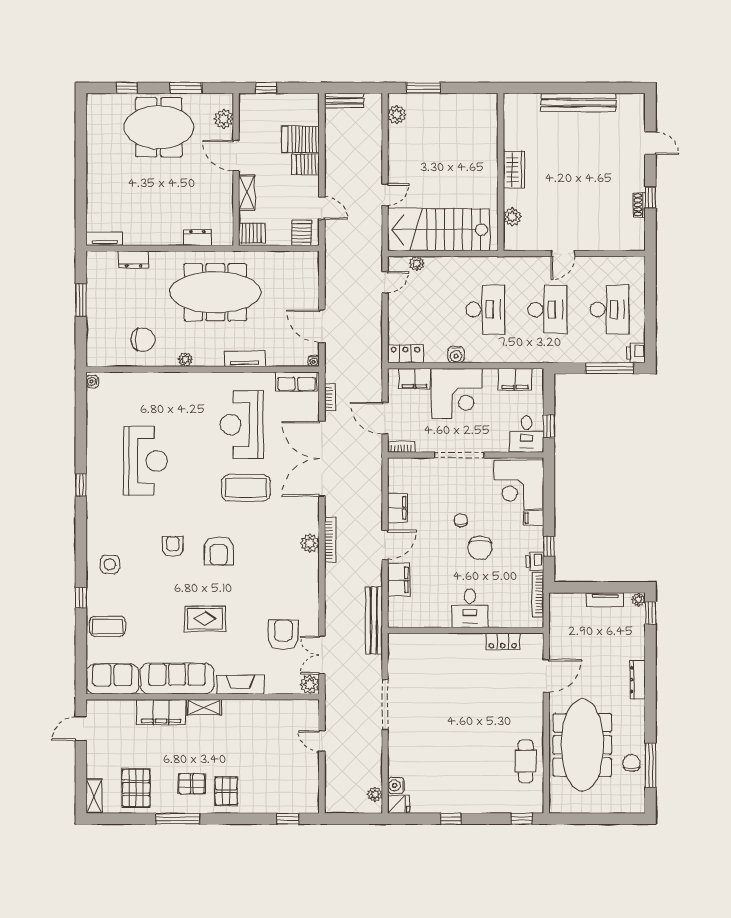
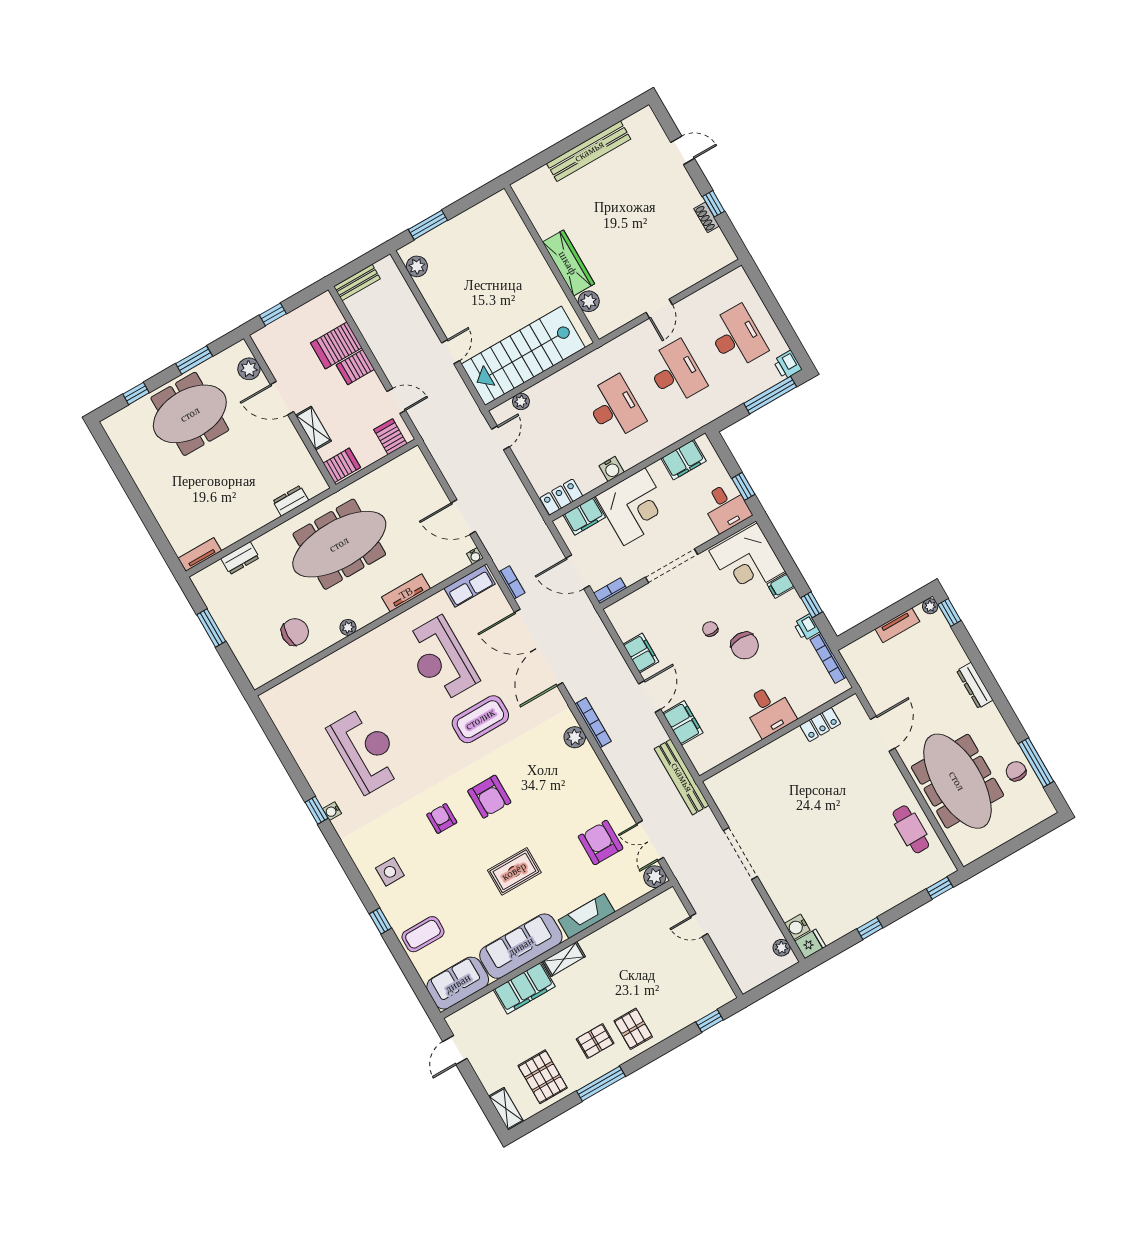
wardrobe: (514, 170) -> (568, 263), width x1.50
water cooler: (92, 381) -> (332, 811), moved

